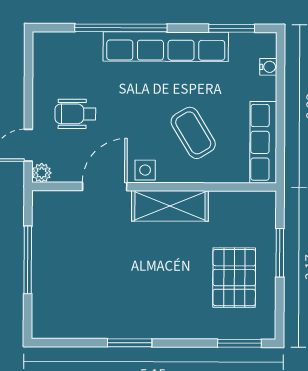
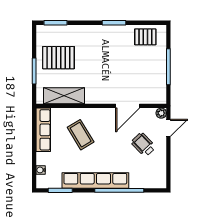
wheelchair: (75, 114) -> (143, 145), turned -134
side table: (145, 170) -> (106, 115), removed
shelving: (170, 206) -> (64, 96), moved
pallet: (234, 278) -> (58, 58), turned 90
pallet: (71, 316) -> (145, 37), added

